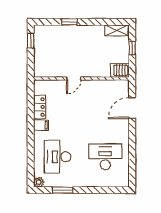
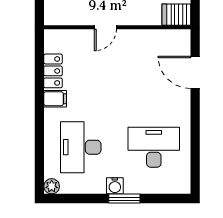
door: (132, 108) -> (195, 72), hinge flipped
water cooler: (80, 182) -> (115, 186), added
window: (63, 190) -> (124, 199), moved

